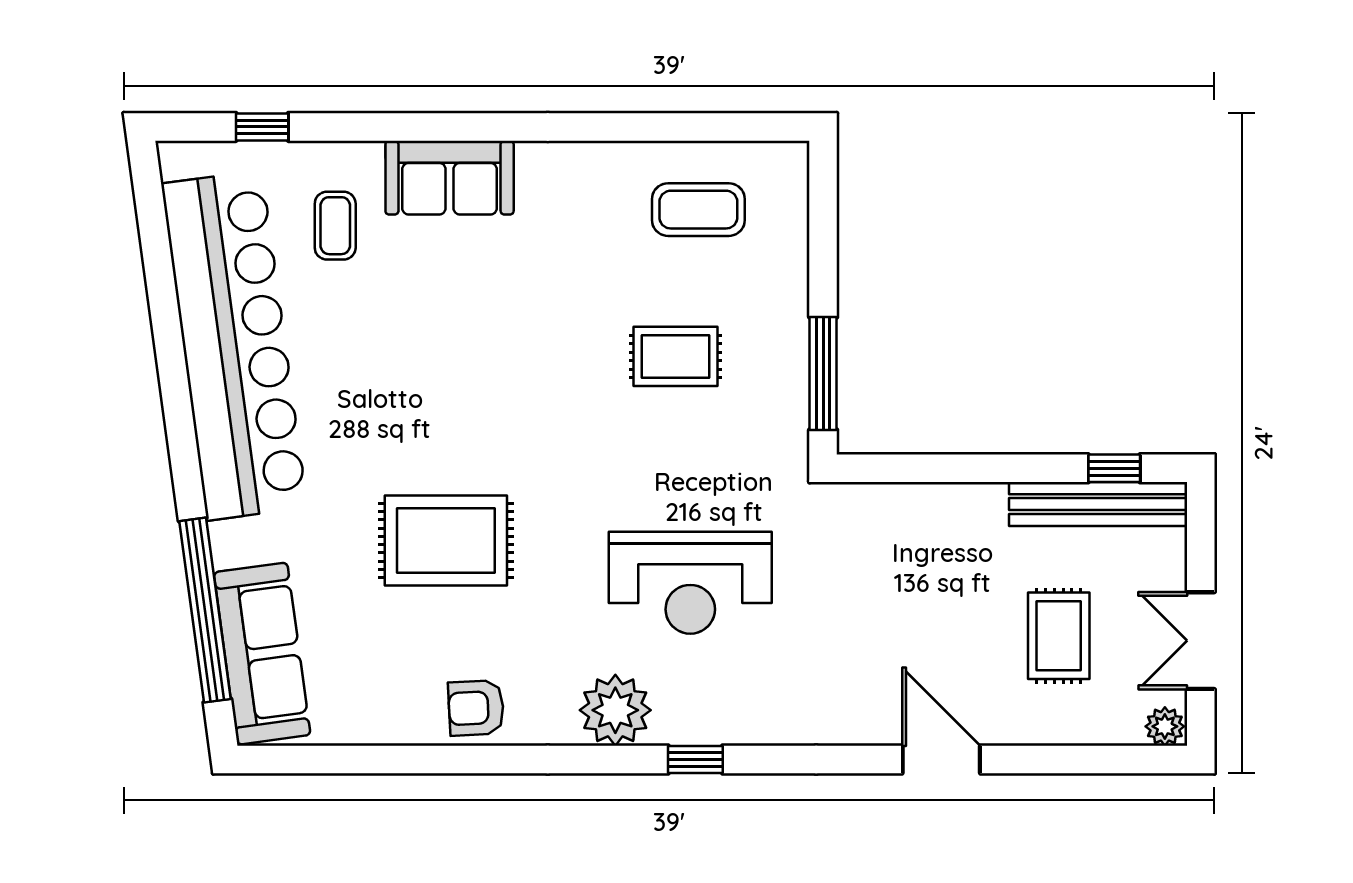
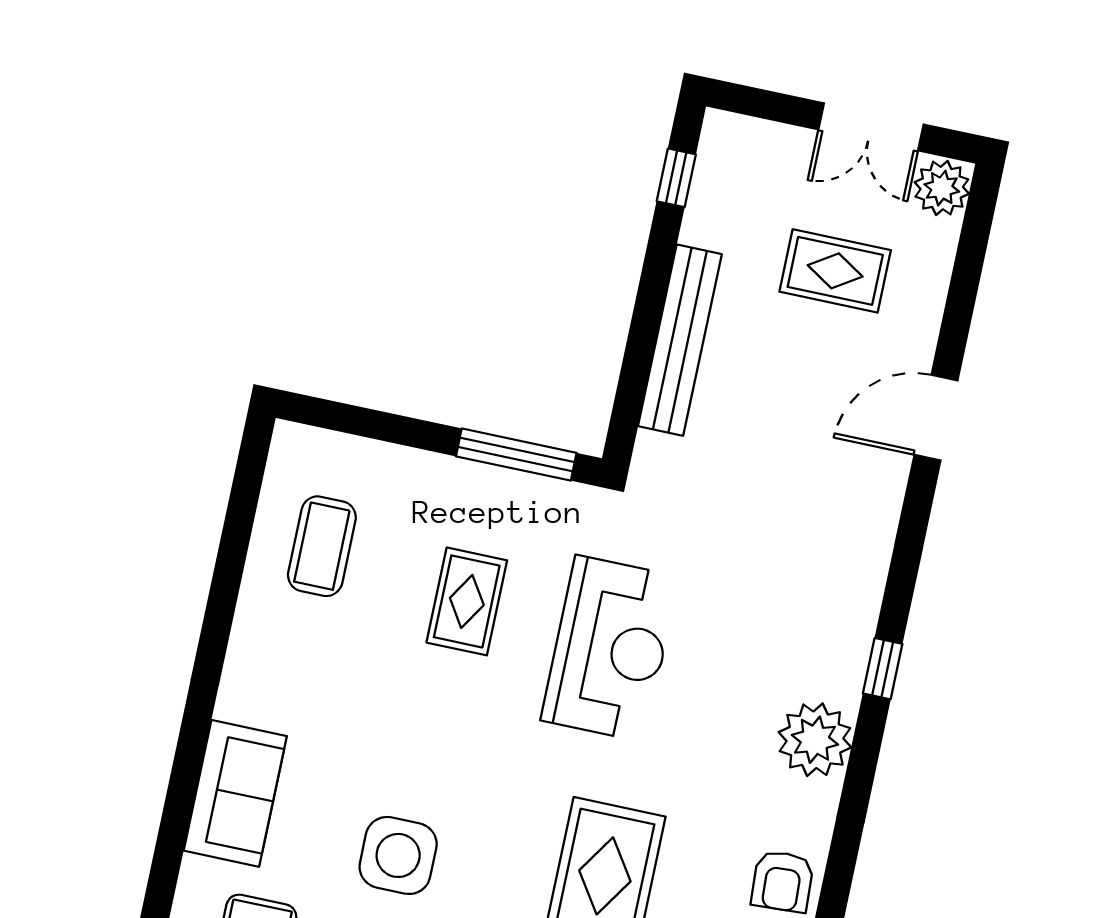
side table: (424, 343) -> (398, 855), added
bench: (1098, 504) -> (680, 340), moved
reception desk: (690, 583) -> (610, 649), moved
plant: (1165, 726) -> (942, 188), width x1.38, depth x1.38

